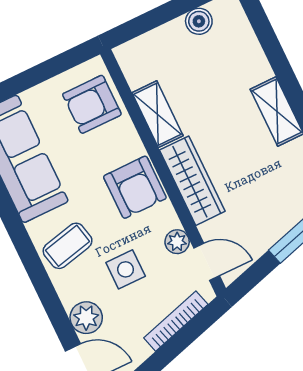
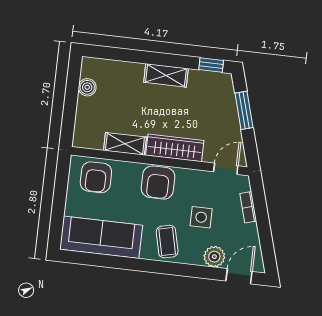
armchair: (135, 187) -> (158, 183), turned 90
plant: (177, 242) -> (204, 178), removed
bookcase: (176, 321) -> (248, 207), width x0.64

